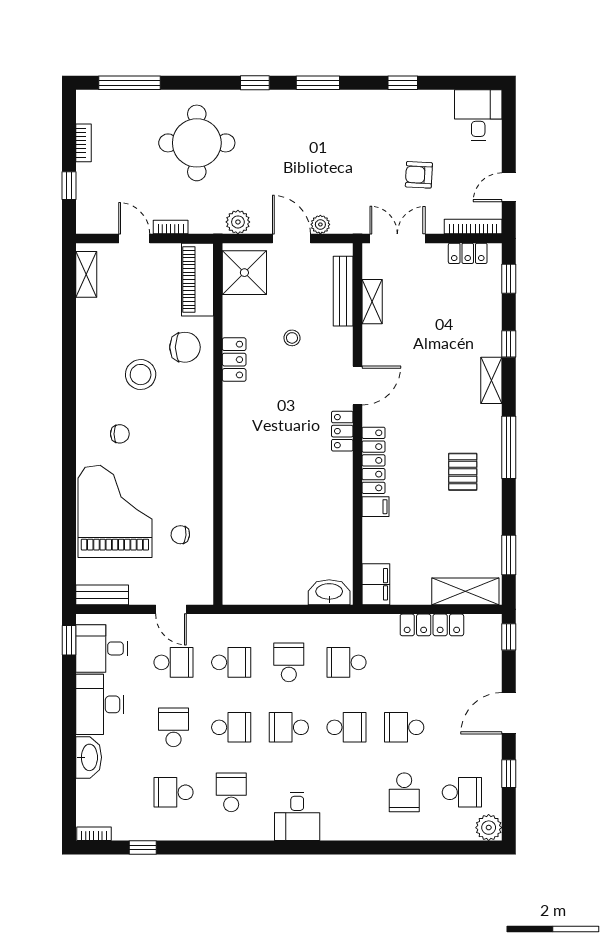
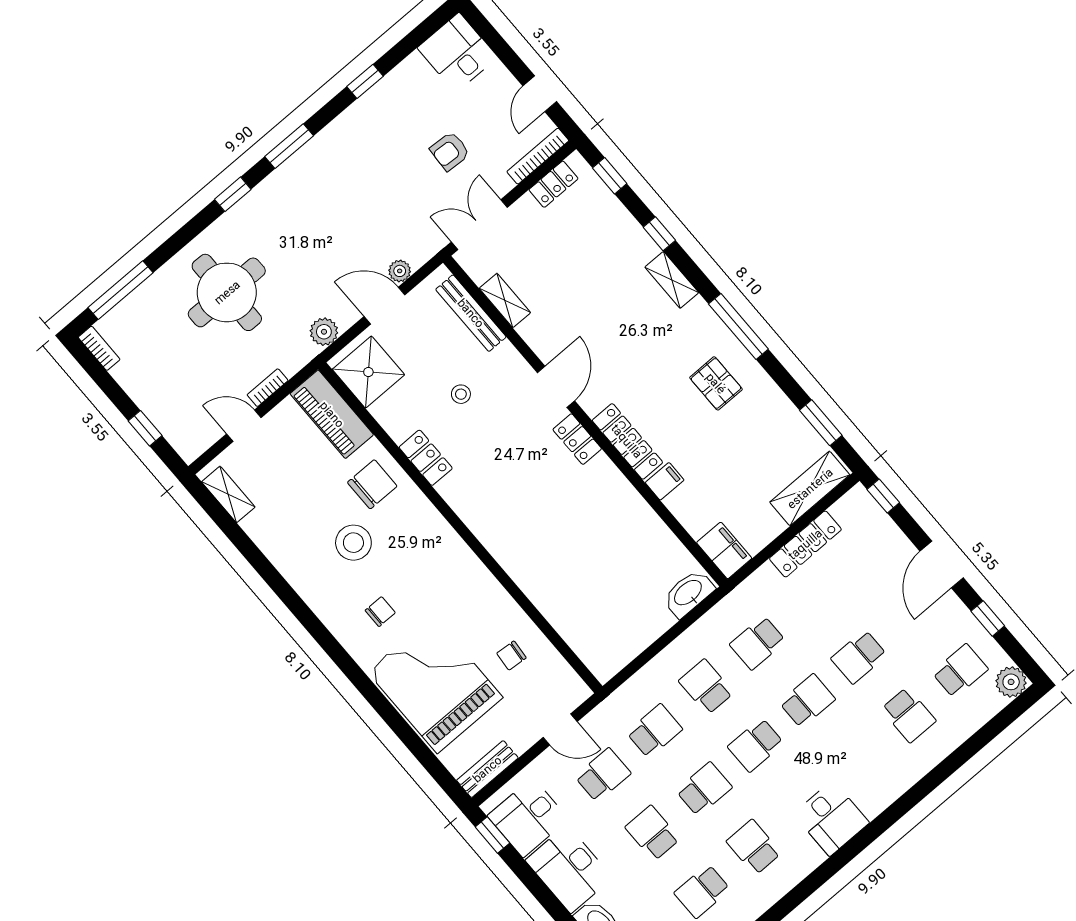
bookcase: (83, 143) -> (99, 348), moved

